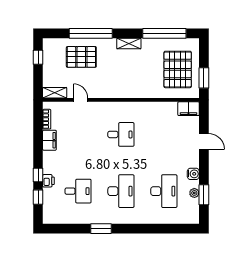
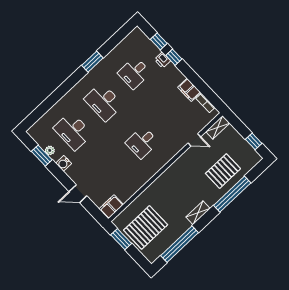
pallet: (178, 69) -> (146, 227), turned 90

